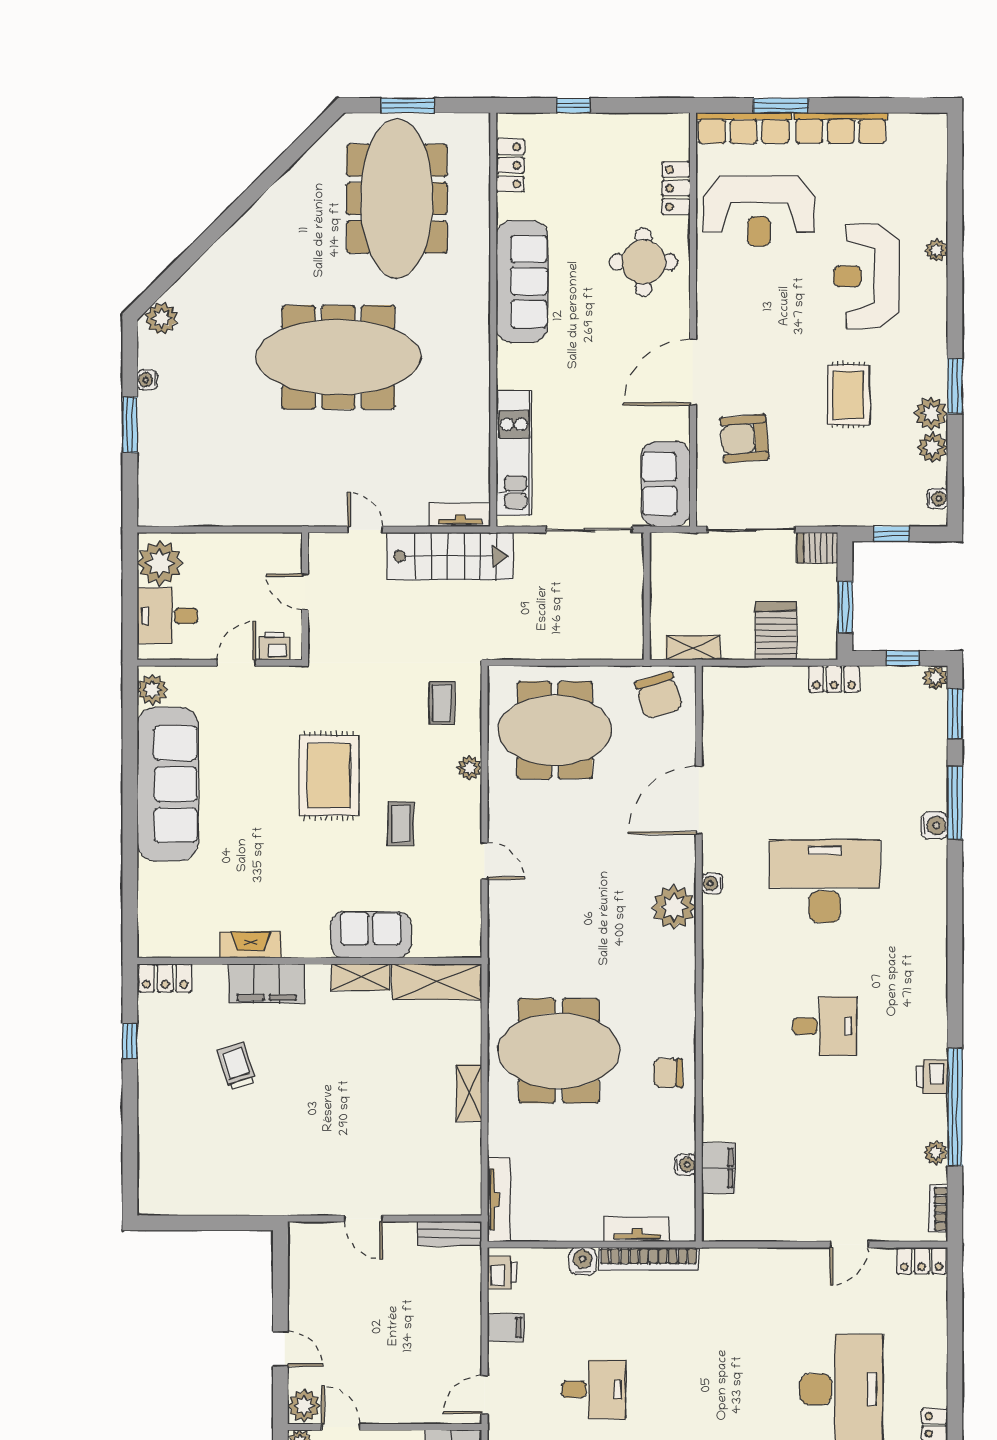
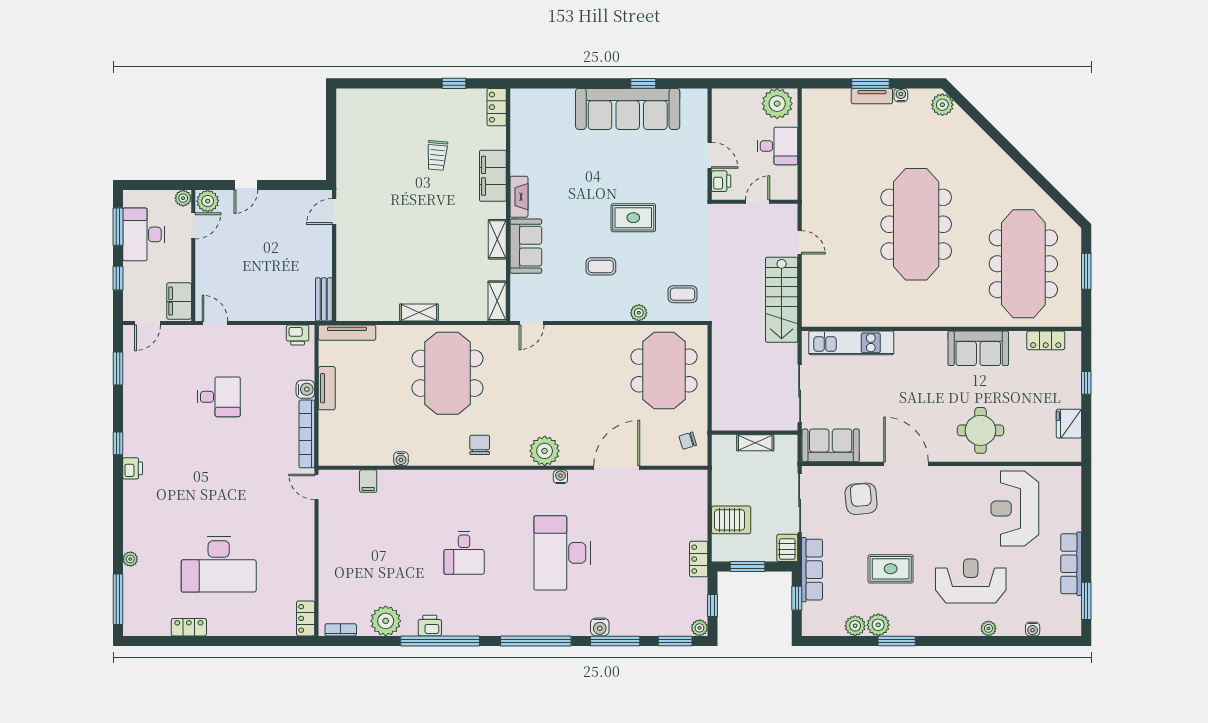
window: (781, 105) -> (1086, 601), moved
row of seats: (744, 128) -> (812, 570), moved, turned 180
fridge: (633, 131) -> (1069, 424), added
locker: (676, 188) -> (1030, 452), removed
meeting table: (397, 199) -> (1023, 264), turned 90
sofa: (522, 281) -> (978, 348), width x0.73
water cooler: (937, 499) -> (1033, 629), moved
tv unit: (460, 515) -> (872, 96), moved, turned 90
door: (365, 530) -> (800, 242), hinge flipped
desk: (167, 616) -> (777, 146), moved, turned 90
shelving: (693, 648) -> (755, 443), moved, turned 90
plant: (152, 690) -> (691, 98), removed
chair: (659, 695) -> (688, 441), width x0.54, depth x0.54
window: (130, 761) -> (643, 83), added
rug: (329, 776) -> (633, 218), width x0.73, depth x0.70
door: (699, 800) -> (617, 468), hinge flipped
door: (485, 861) -> (531, 323), moved
desk: (825, 881) -> (562, 553), turned 180
window: (955, 920) -> (536, 641), added
fireplace: (250, 945) -> (519, 197), moved
shelving: (437, 982) -> (497, 301), width x0.67, depth x0.75
trolley: (237, 1066) -> (437, 155), turned 113
chair: (668, 1073) -> (480, 445), moved
window: (955, 1107) -> (440, 641), moved
plant: (936, 1153) -> (386, 621), width x1.88, depth x1.88
water cooler: (685, 1165) -> (401, 459), moved
filing cabinet: (718, 1168) -> (368, 481), width x0.50
door: (363, 1219) -> (334, 212), moved
tv unit: (637, 1229) -> (327, 388), moved
door: (849, 1245) -> (316, 487), moved
filing cabinet: (506, 1328) -> (260, 337), removed
desk: (594, 1389) -> (219, 397), turned -90

